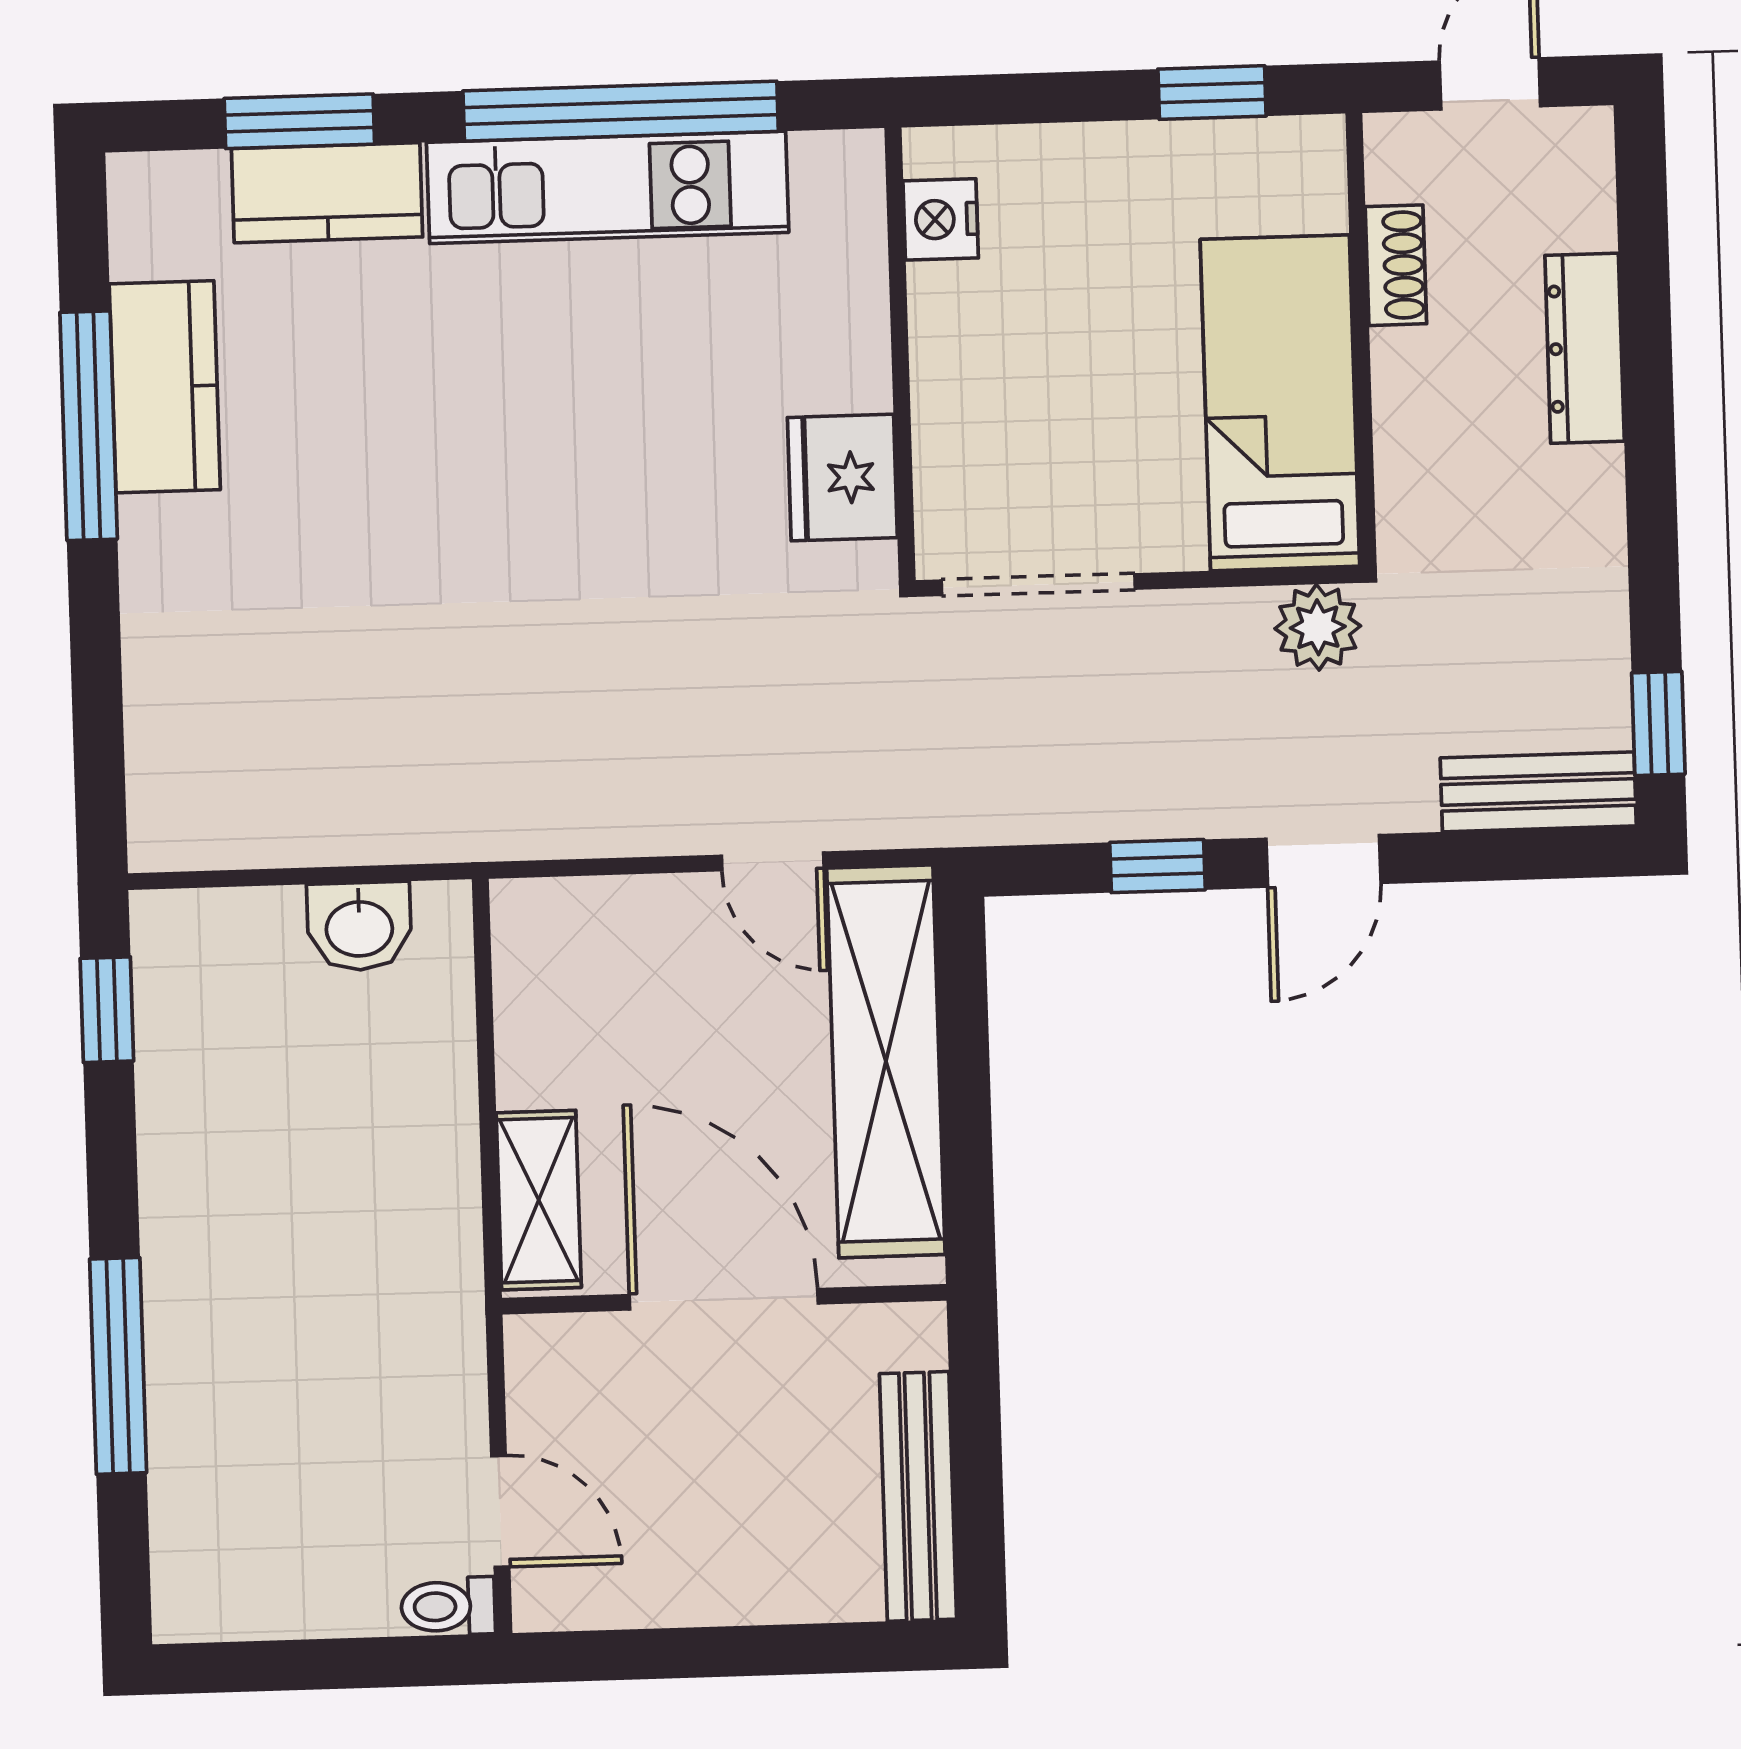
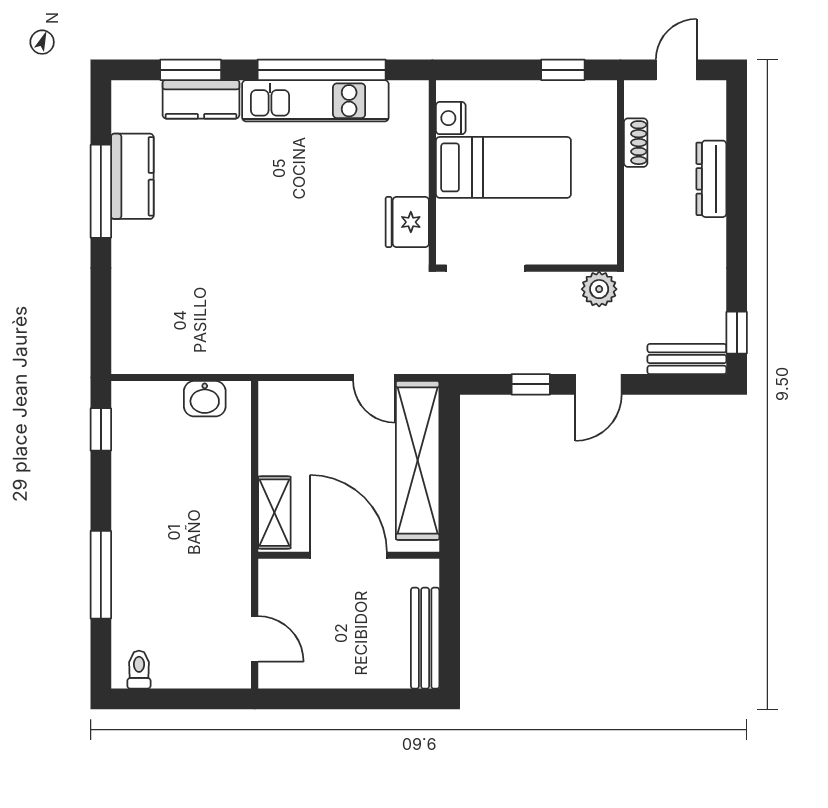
bed: (1280, 403) -> (503, 167), moved, turned 90
toilet: (448, 1606) -> (139, 670), moved, turned 90

